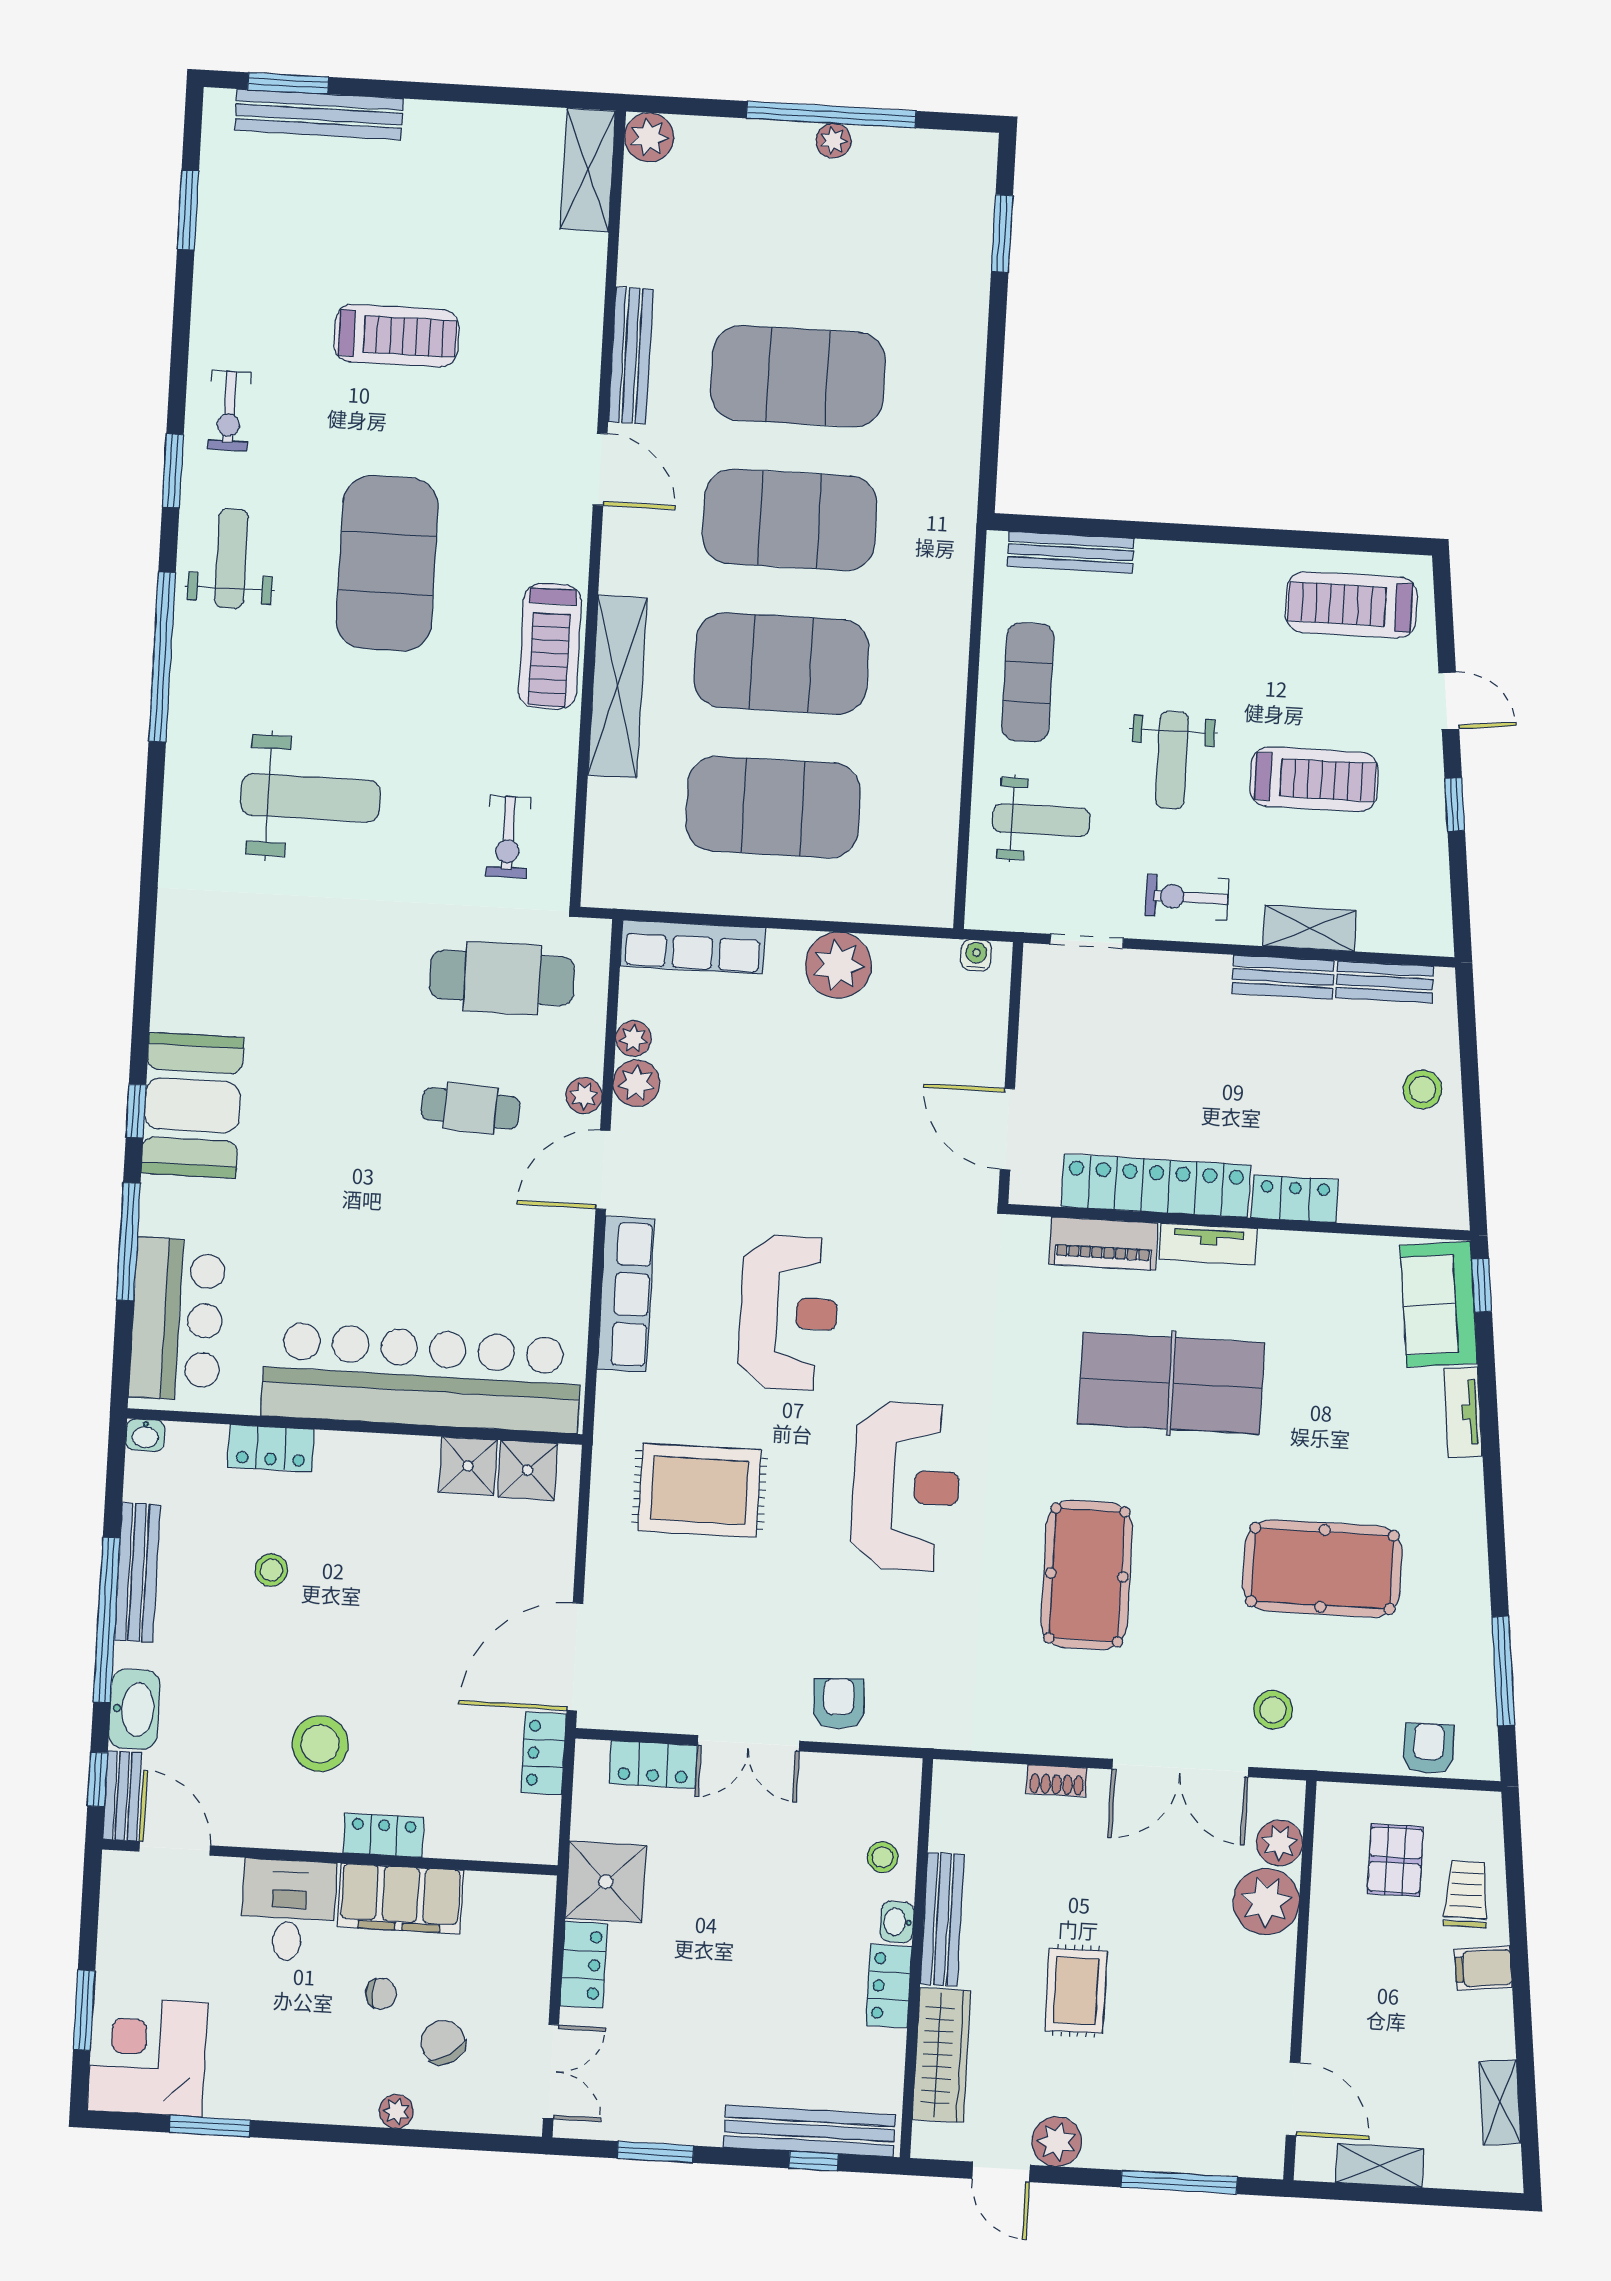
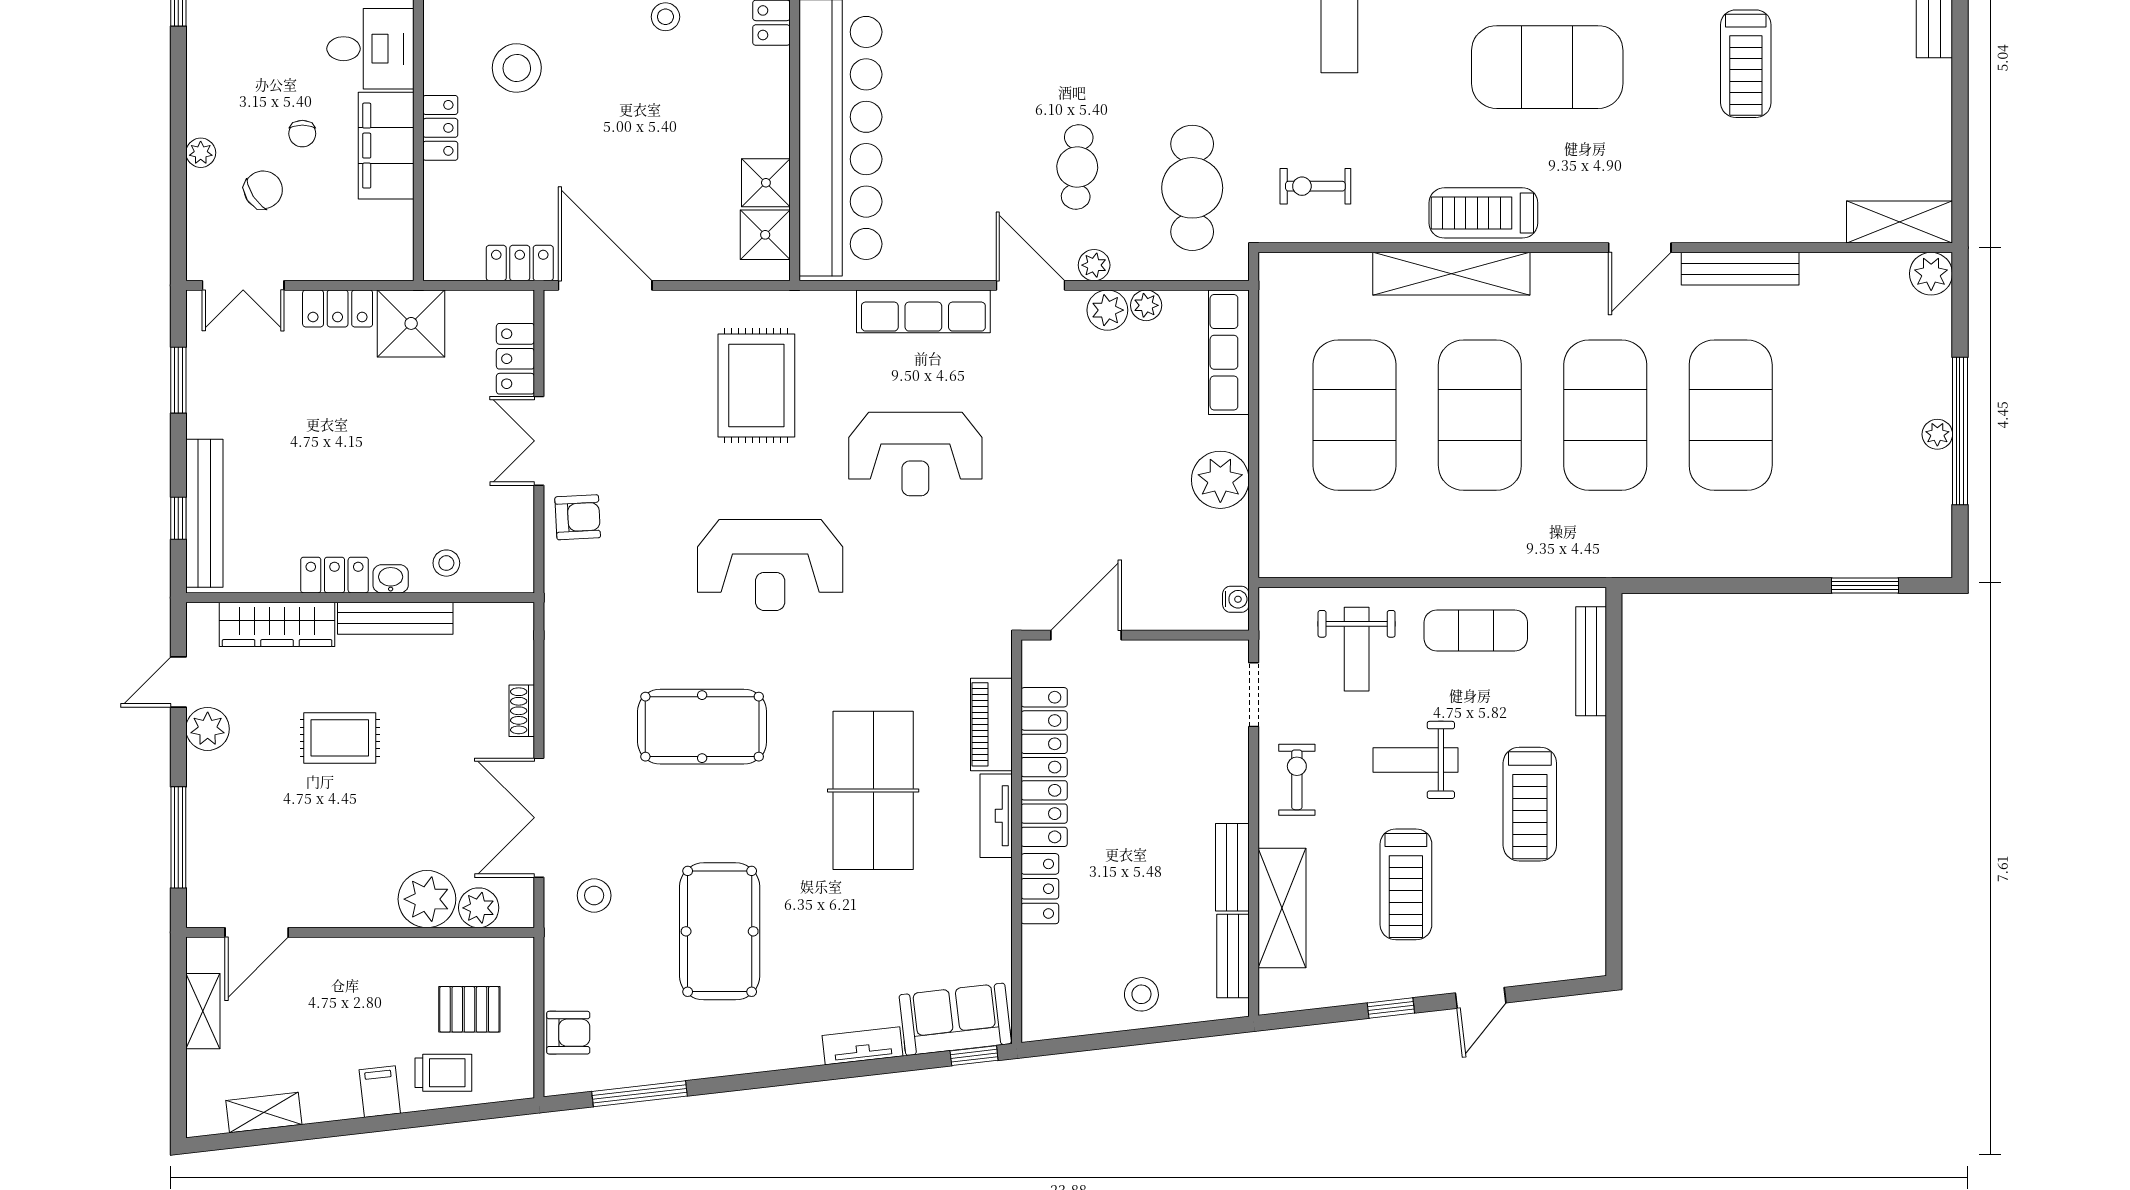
treadmill: (1351, 605) -> (1530, 804), moved, turned 180
shelving: (1310, 928) -> (1282, 908), width x1.50, depth x1.33

